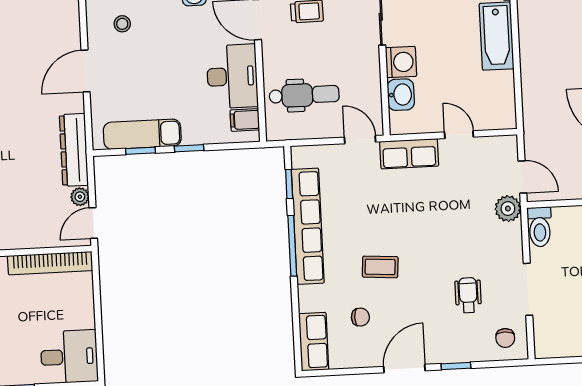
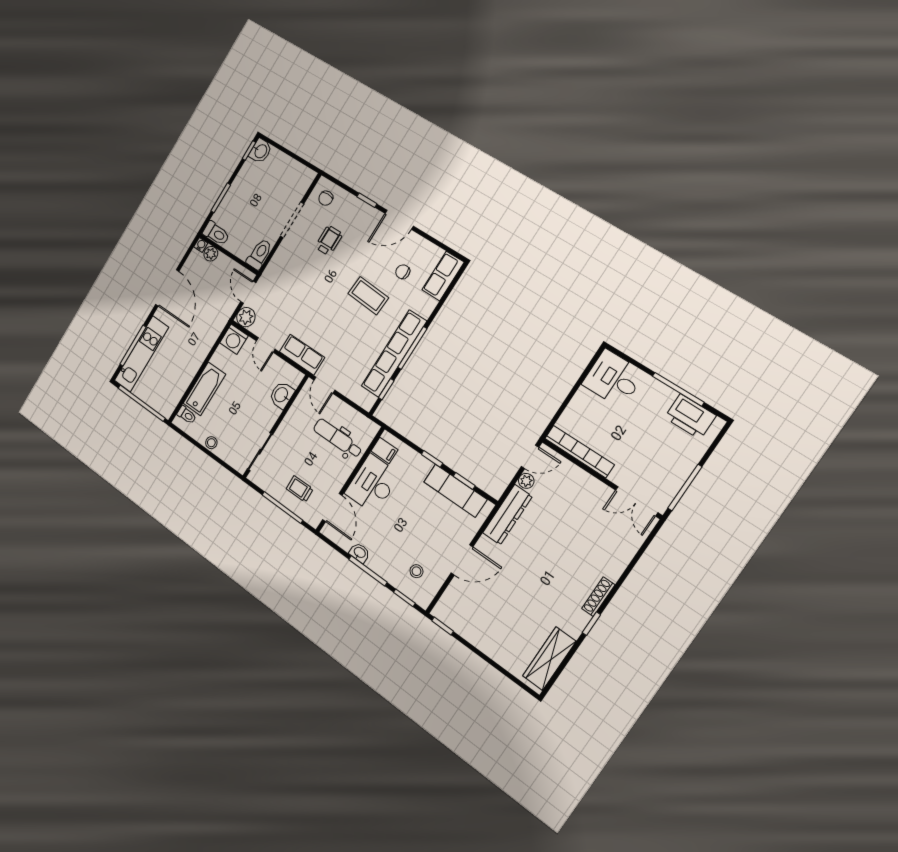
washing machine: (401, 62) -> (234, 339), moved, turned -90
plant: (508, 209) -> (246, 317), moved
coffee table: (380, 267) -> (368, 296), width x1.36, depth x1.30
wheelchair: (468, 295) -> (329, 241), turned 180
chair: (505, 338) -> (326, 198), turned 180

